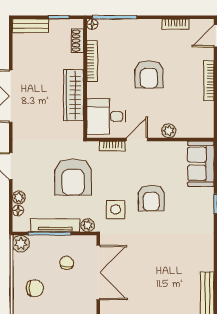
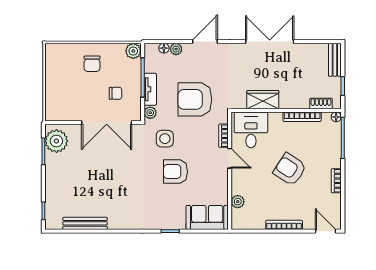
bookcase: (175, 24) -> (336, 181), moved
armchair: (149, 74) -> (290, 169), turned 33
wardrobe: (74, 95) -> (263, 100), width x0.67
plant: (169, 131) -> (238, 202), moved
tv unit: (55, 225) -> (150, 89), width x0.71

